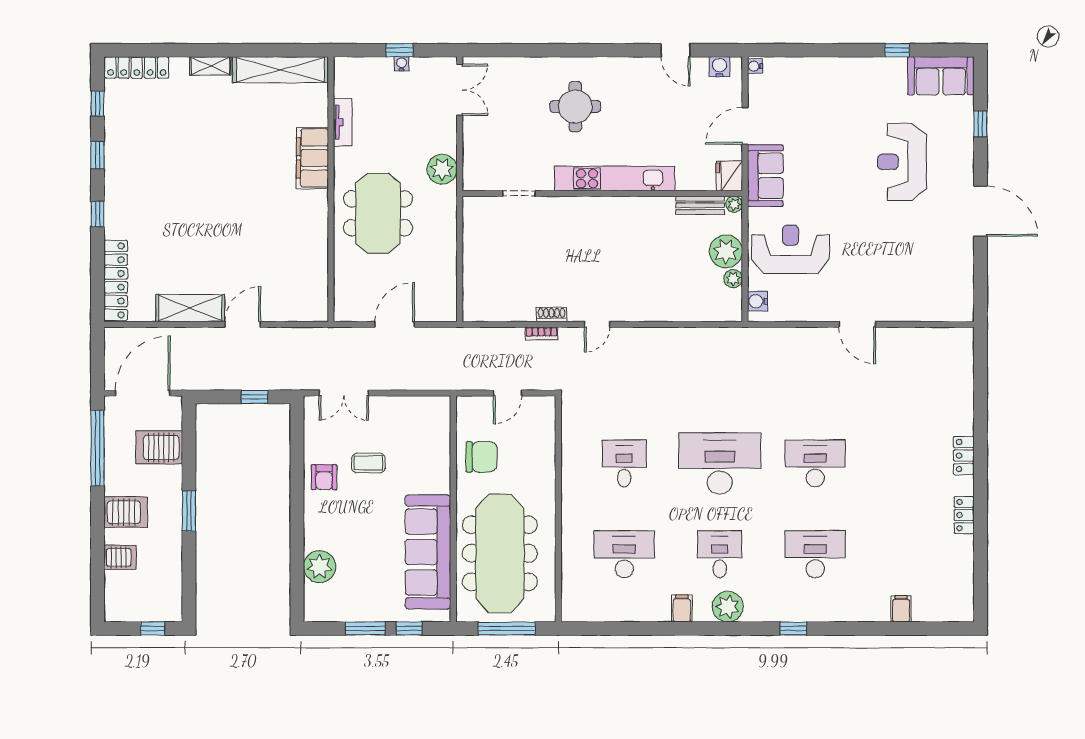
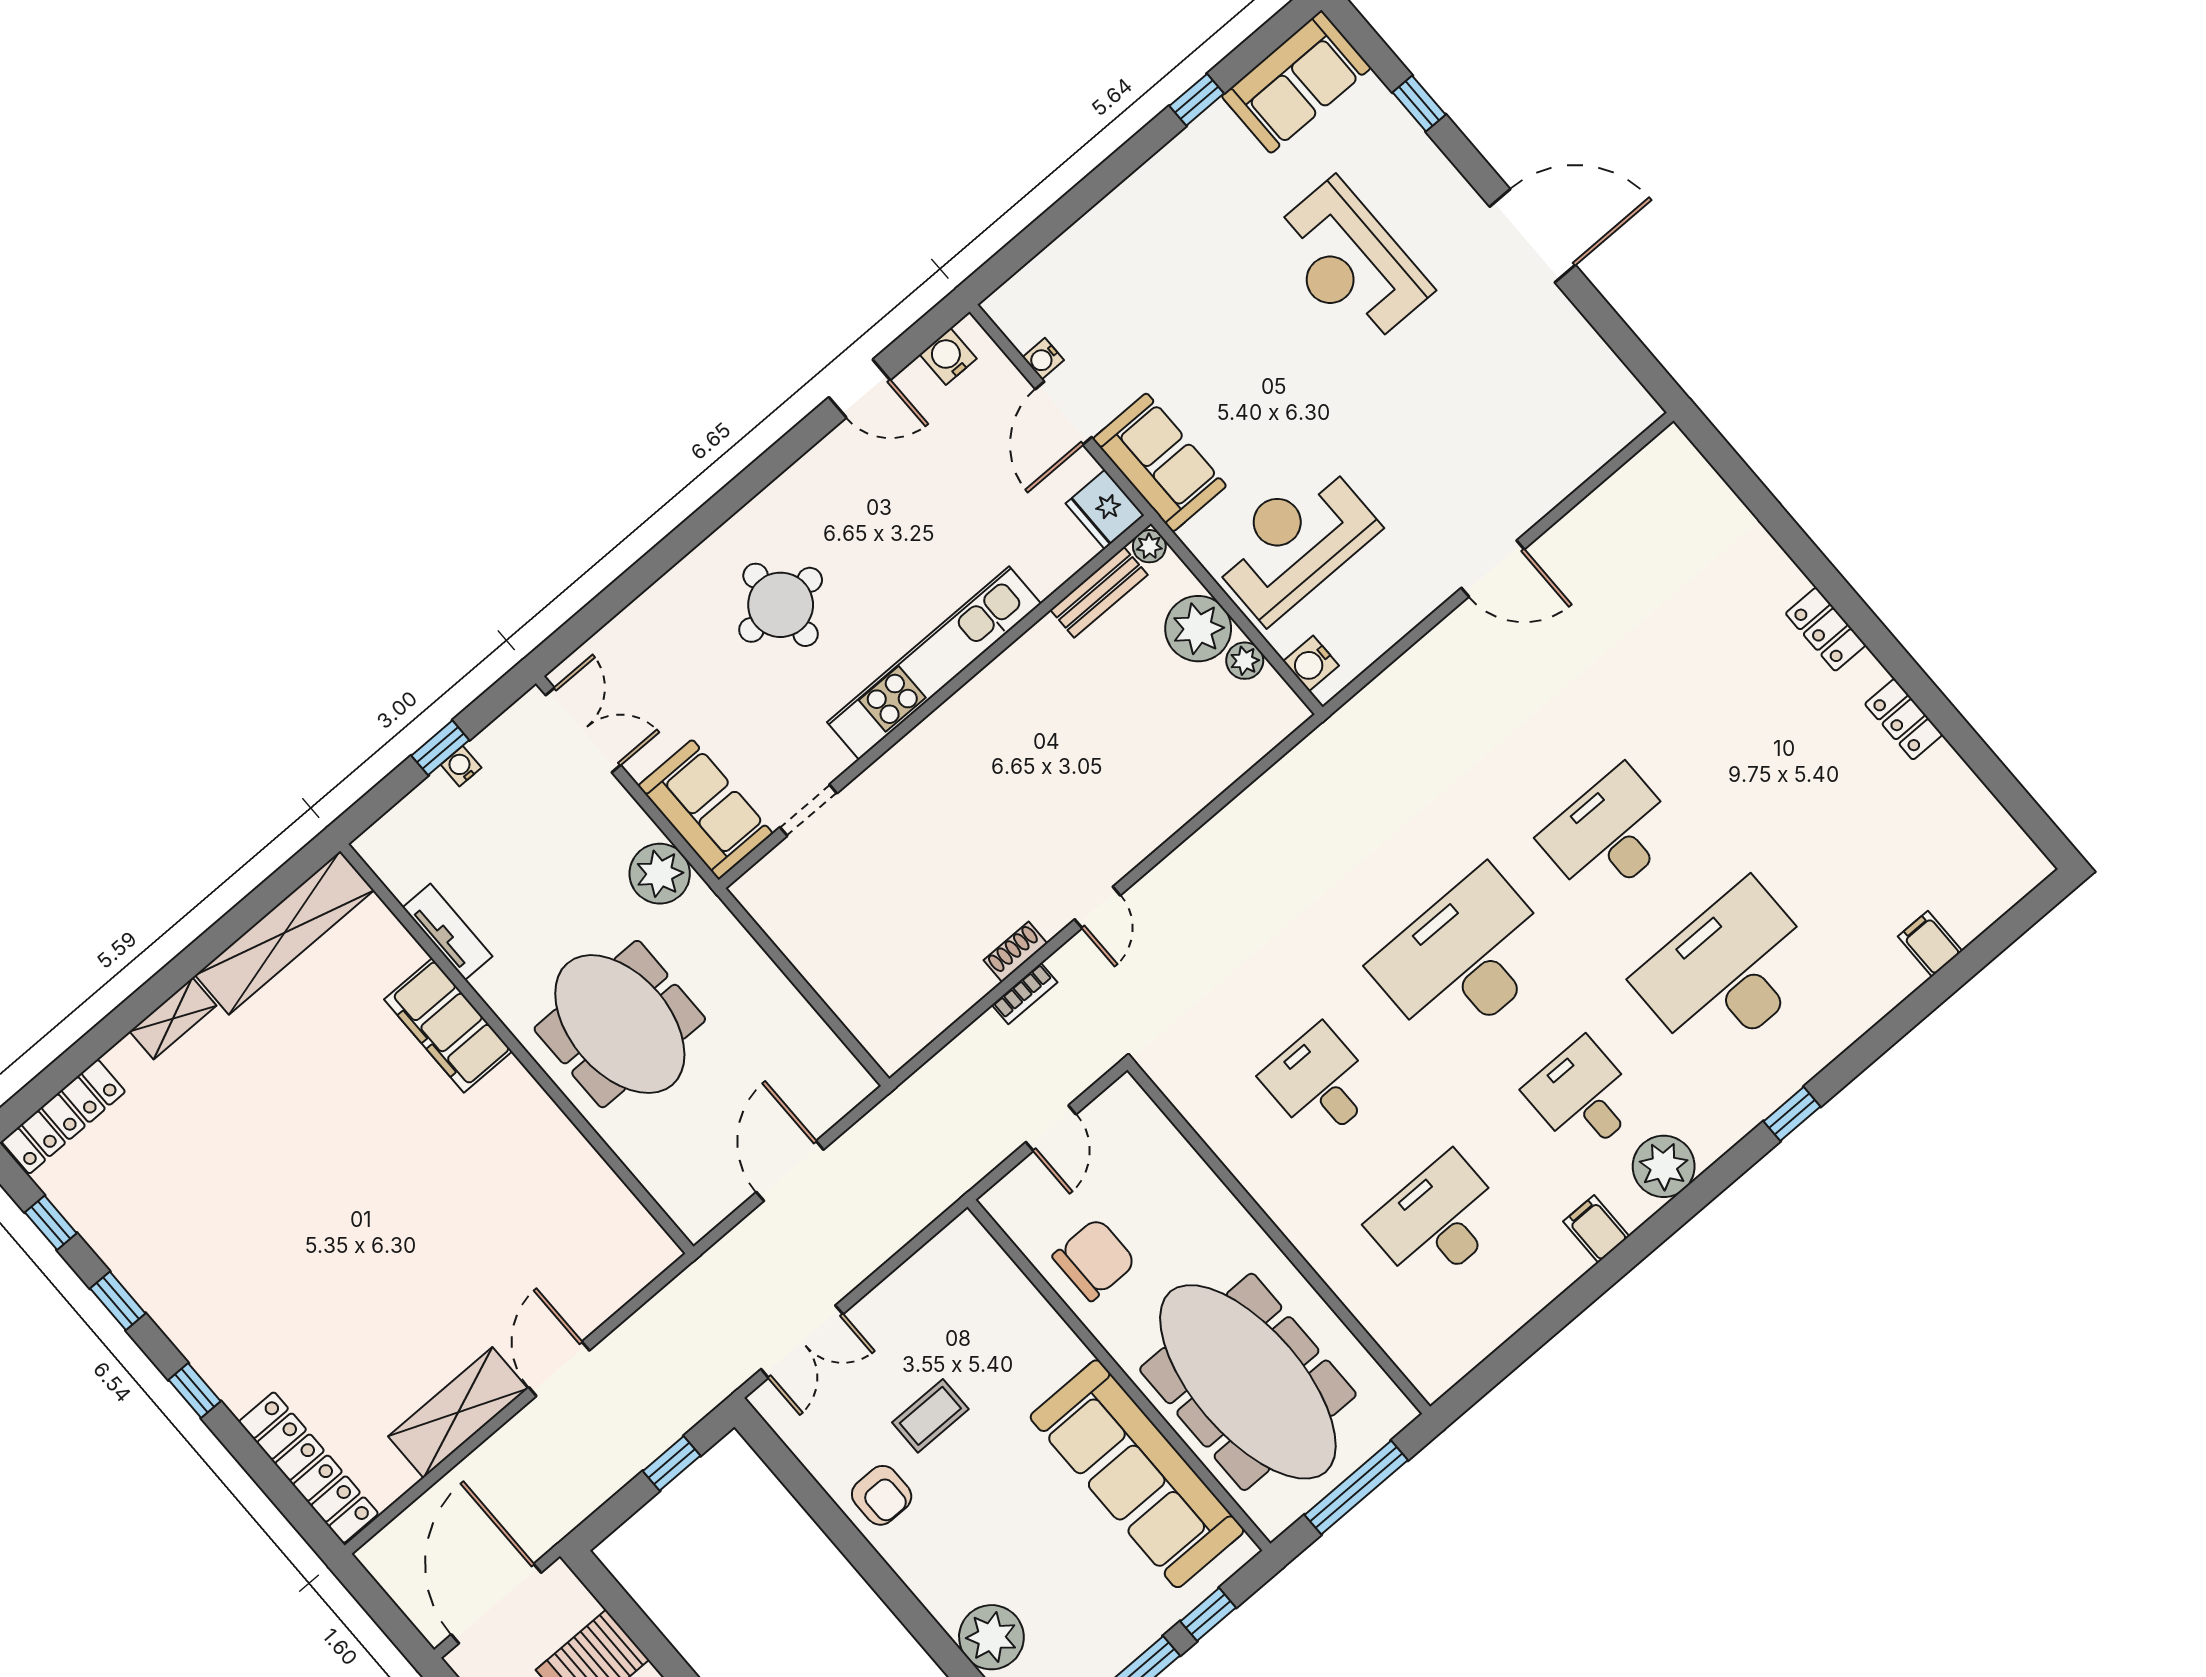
water cooler: (755, 66) -> (1043, 359), moved
sofa: (480, 160) -> (705, 810), added
desk: (815, 554) -> (1728, 973), width x1.36, depth x1.30

